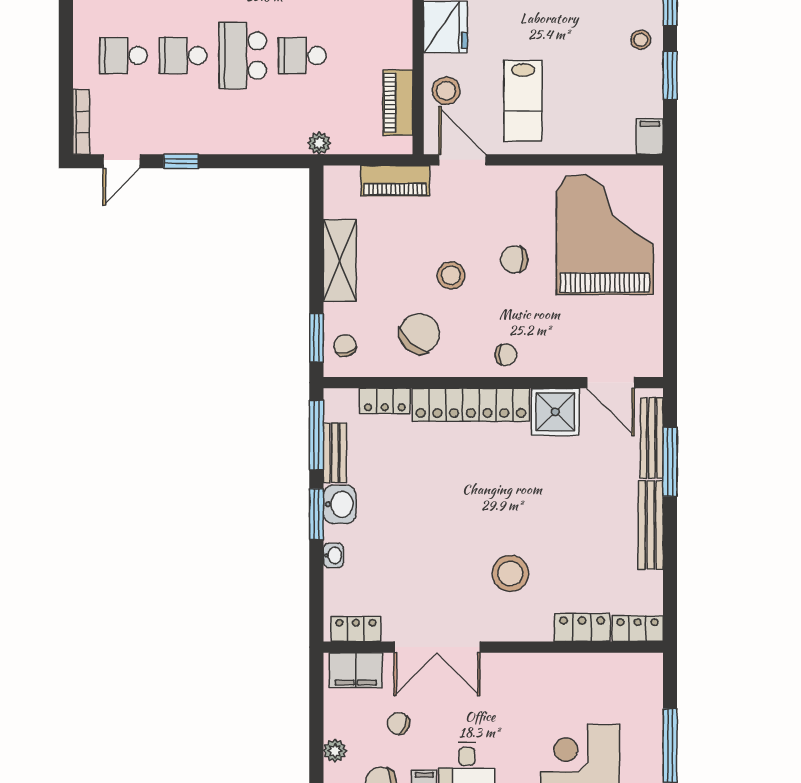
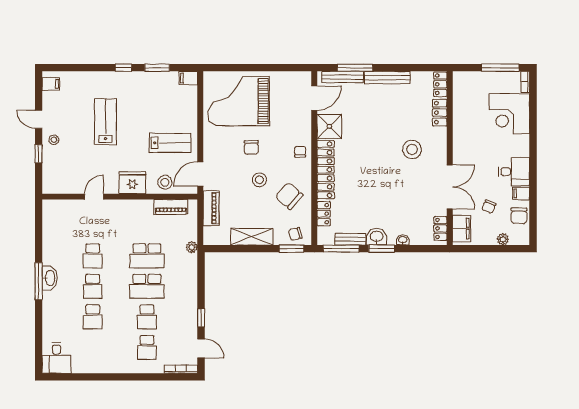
stool: (641, 40) -> (139, 83), removed
school desk: (302, 56) -> (147, 256), width x1.85

